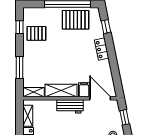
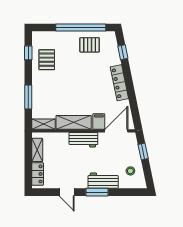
pallet: (76, 20) -> (90, 45), width x0.67, depth x0.71
pallet: (36, 33) -> (47, 60), turned 90
locker: (102, 49) -> (119, 83), width x1.53
door: (100, 98) -> (116, 131), hinge flipped

